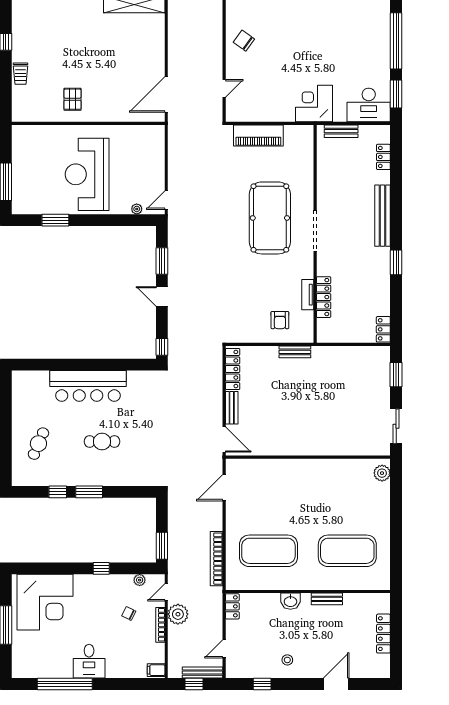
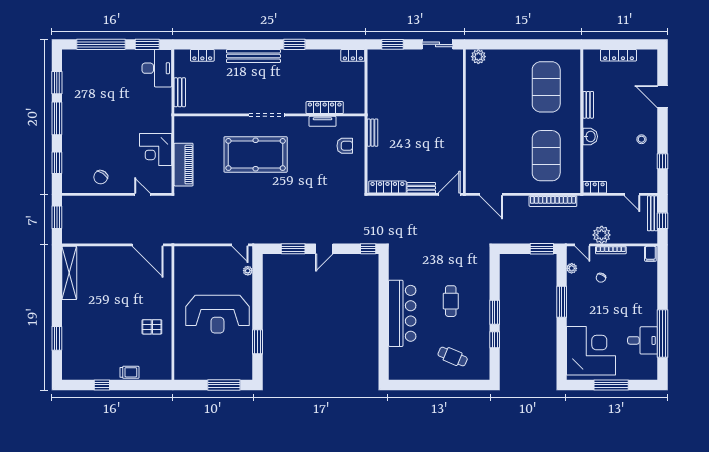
corner desk: (314, 104) -> (156, 150), moved
window: (101, 568) -> (562, 302), width x2.17
desk: (89, 661) -> (643, 340), moved

